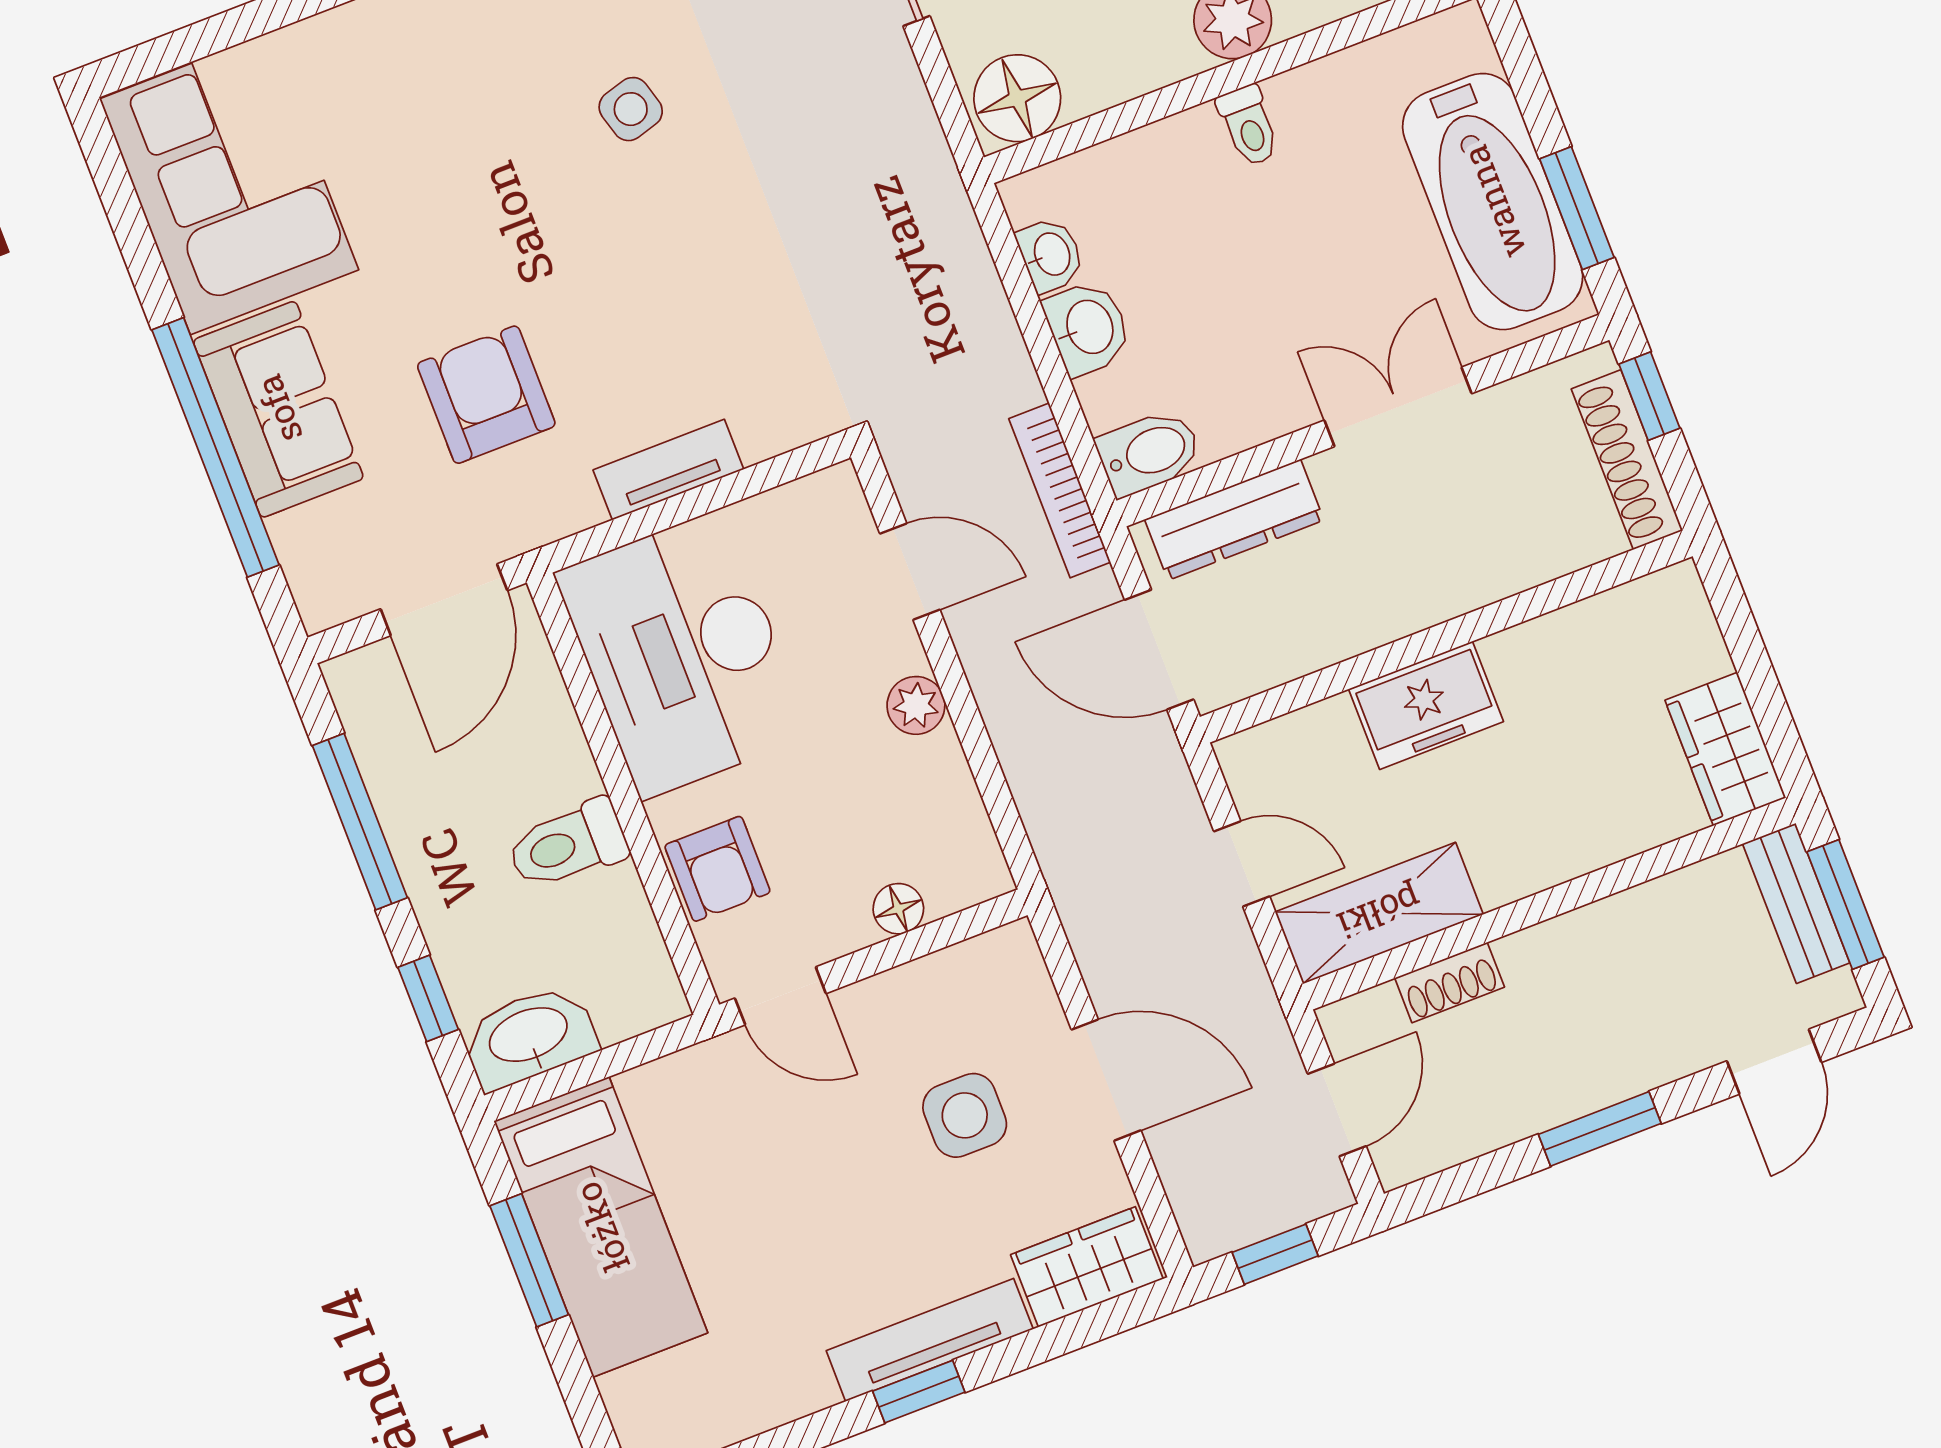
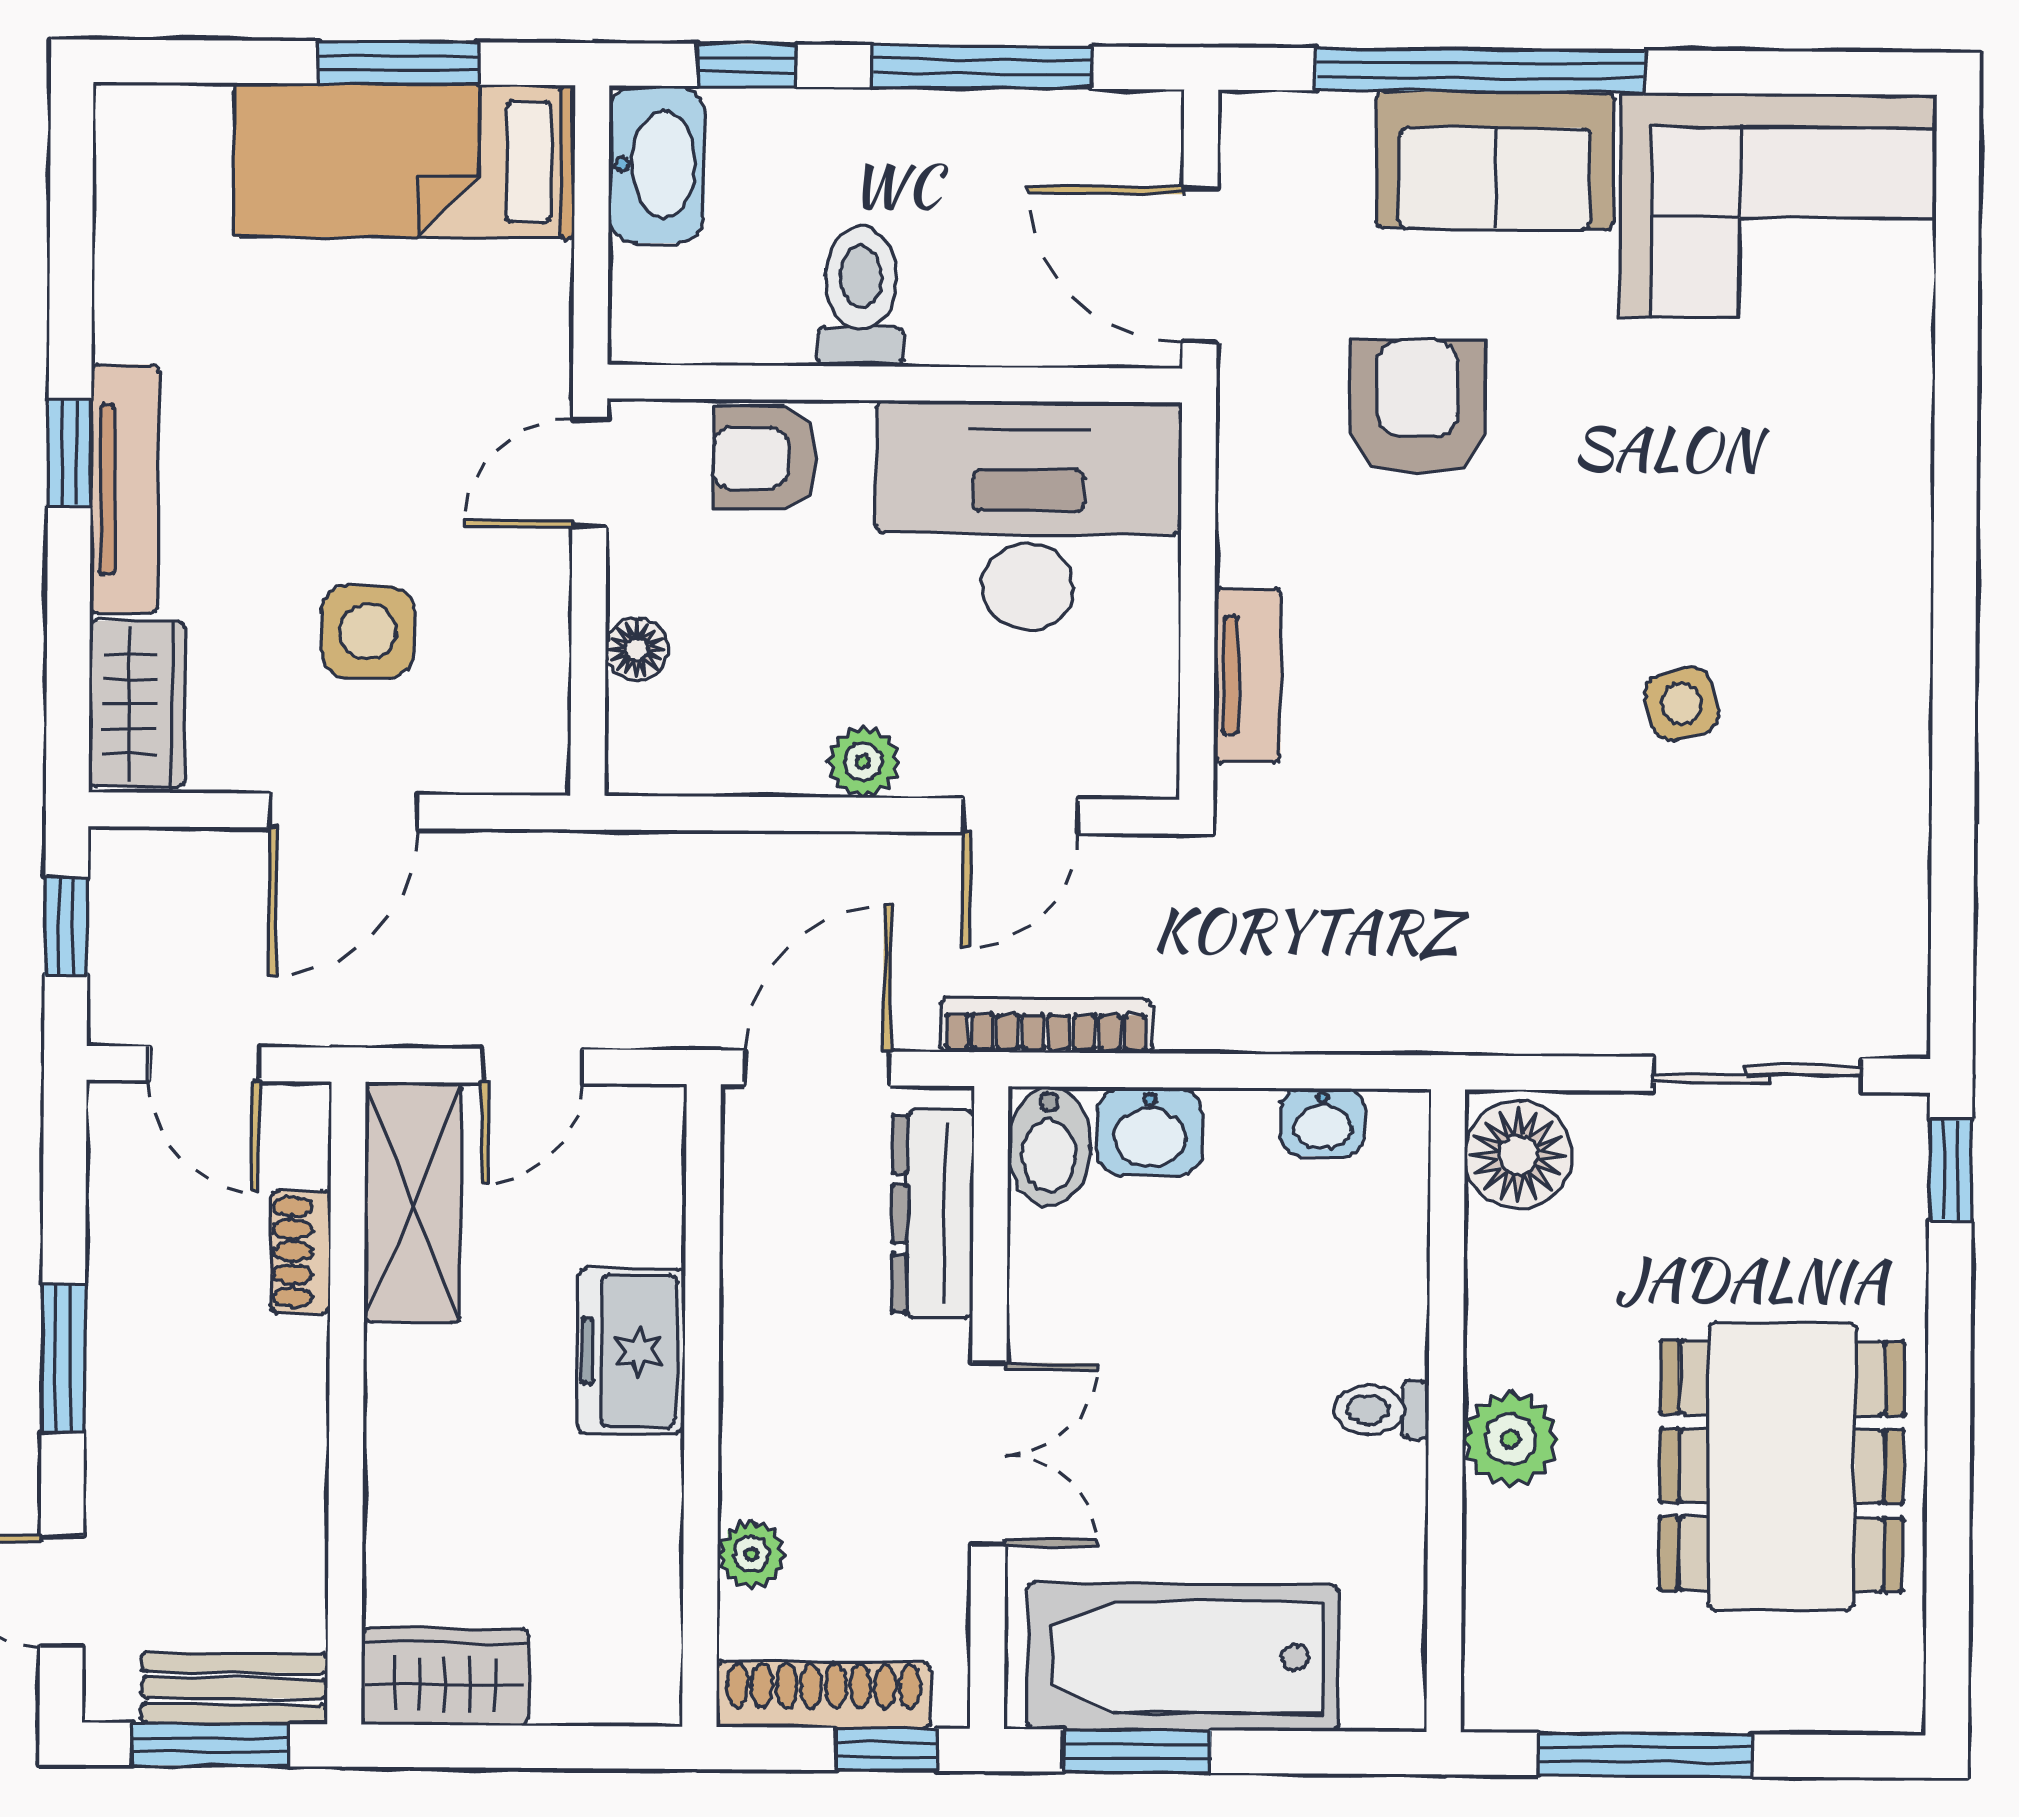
washbasin: (1088, 328) -> (1150, 1132), moved
armchair: (486, 395) -> (1417, 407), turned -90
tv unit: (668, 470) -> (1247, 675), moved
plant: (1543, 555) -> (751, 1554), added

